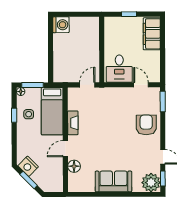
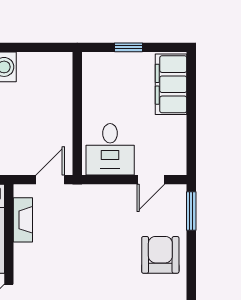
door: (141, 85) -> (151, 180), swing flipped
fireplace: (73, 123) -> (23, 220), moved

